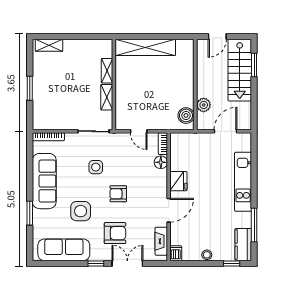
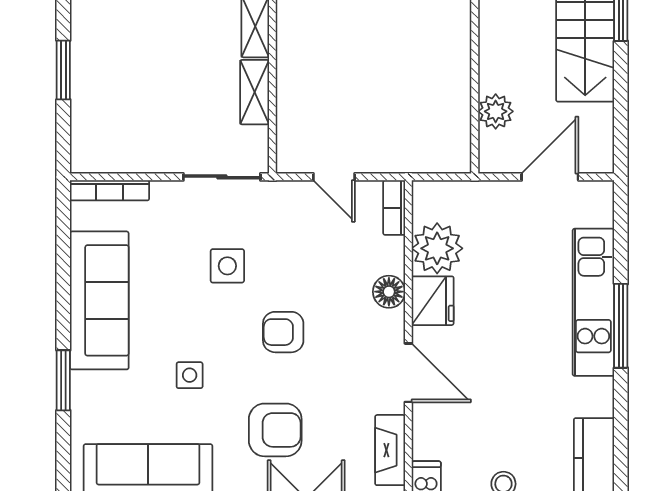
boiler: (186, 116) -> (452, 138), removed
plant: (180, 160) -> (437, 248), added
floor lamp: (161, 162) -> (389, 292), moved
door: (169, 210) -> (408, 373), hinge flipped
side table: (81, 211) -> (190, 375), width x0.54, depth x0.54
window: (254, 225) -> (621, 326), moved

